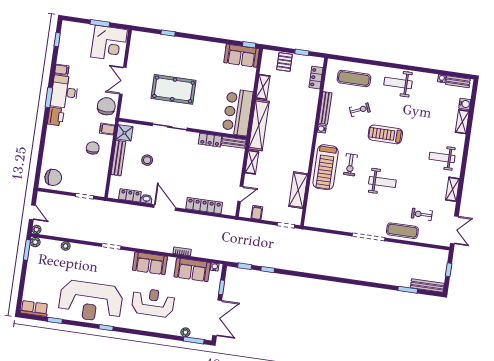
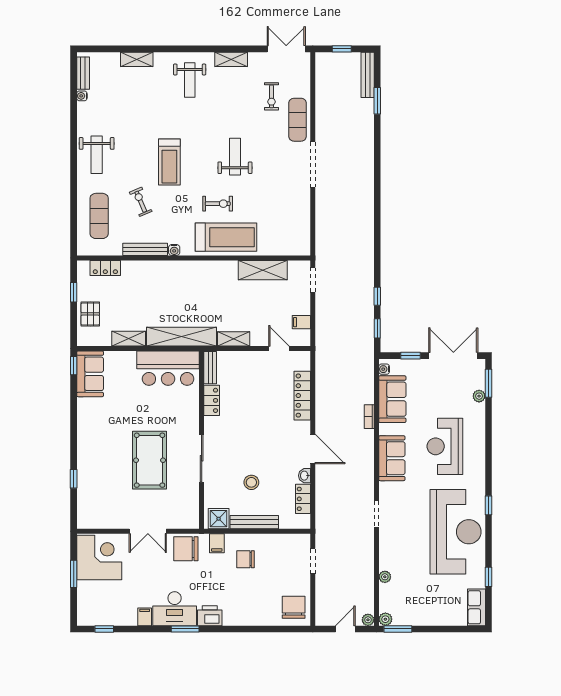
pallet: (285, 62) -> (90, 314), turned 90
water cooler: (465, 104) -> (112, 59), removed
door: (165, 208) -> (313, 449), swing flipped

